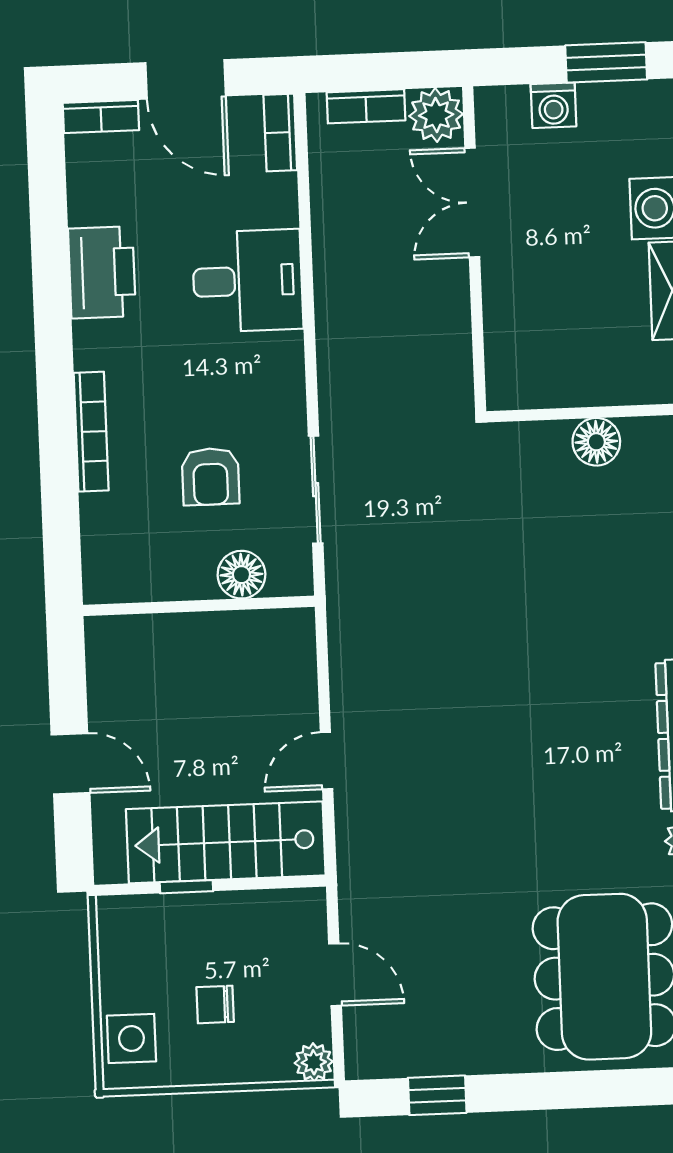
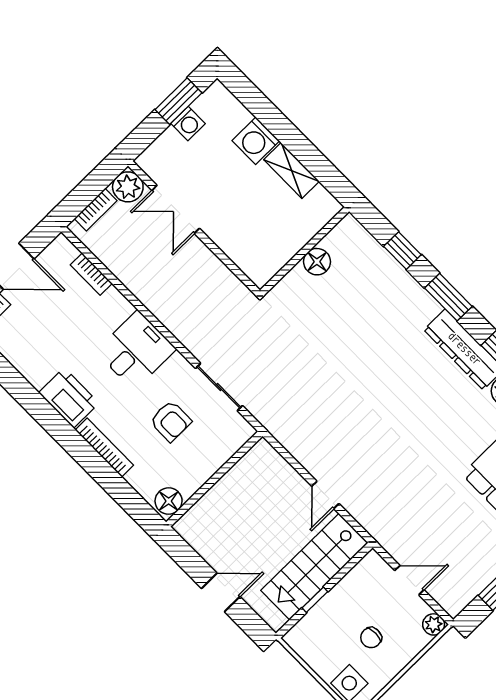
washing machine: (553, 105) -> (188, 124), moved
bookcase: (280, 133) -> (91, 274), moved
printer: (102, 272) -> (69, 398), moved
desk: (248, 281) -> (136, 350), moved
floor lamp: (241, 575) -> (169, 501), moved

